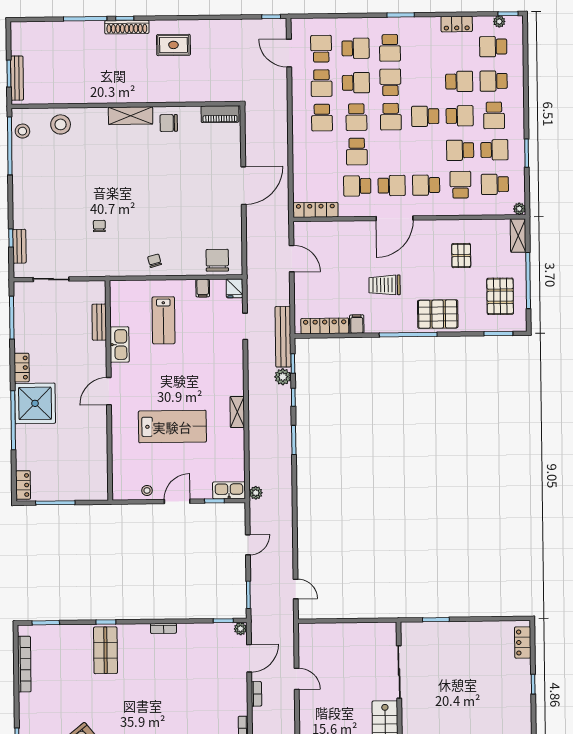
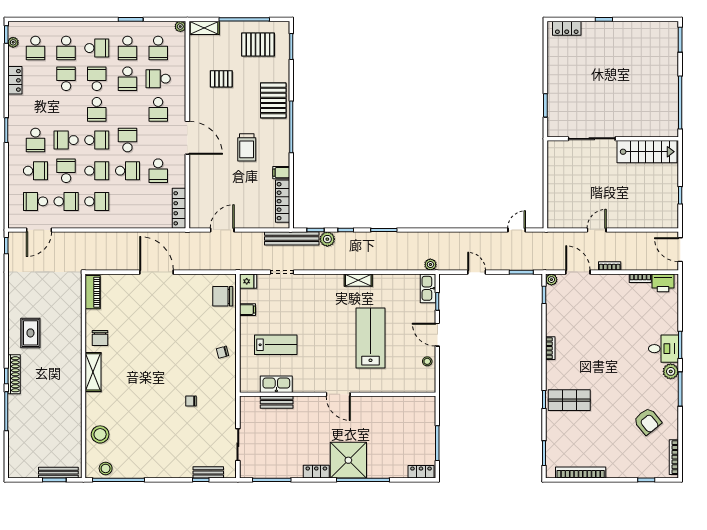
school desk: (356, 48) -> (35, 171), turned 90
school desk: (390, 48) -> (35, 140), turned 90
school desk: (494, 150) -> (127, 48), turned 180
school desk: (392, 186) -> (127, 140), moved
kitchen sink: (120, 345) -> (276, 384), moved

